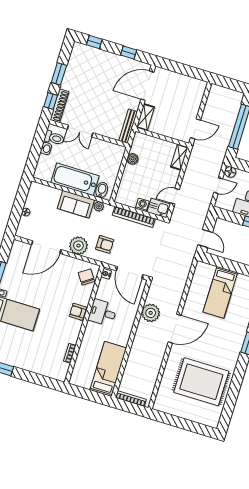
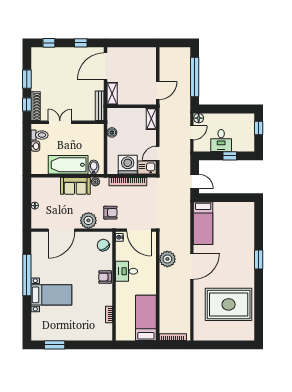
double door: (80, 131) -> (60, 122), swing flipped
washing machine: (142, 205) -> (128, 165), width x1.89, depth x1.89
bed: (220, 292) -> (203, 223), moved

